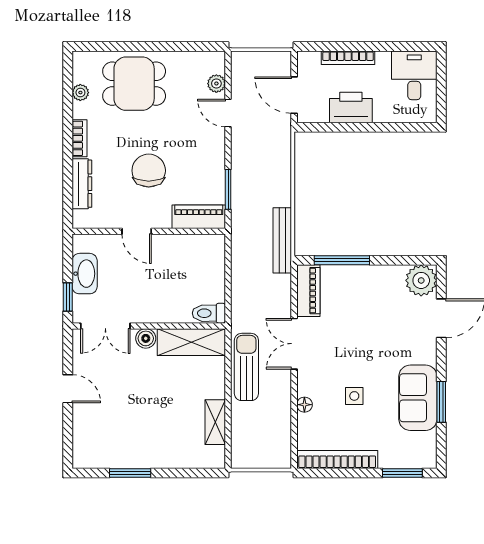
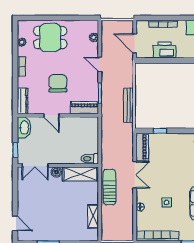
door: (228, 113) -> (100, 64), moved
dresser: (82, 184) -> (23, 101), moved
bench: (282, 240) -> (128, 105), moved
window: (342, 260) -> (160, 131), width x0.46
washbasin: (85, 274) -> (24, 128), moved
double door: (294, 344) -> (135, 175), swing flipped
door: (68, 389) -> (15, 223), moved

